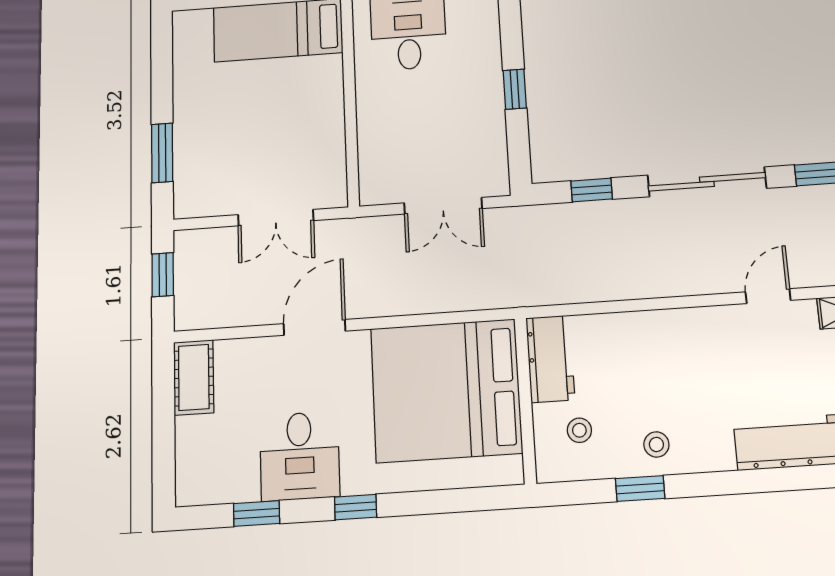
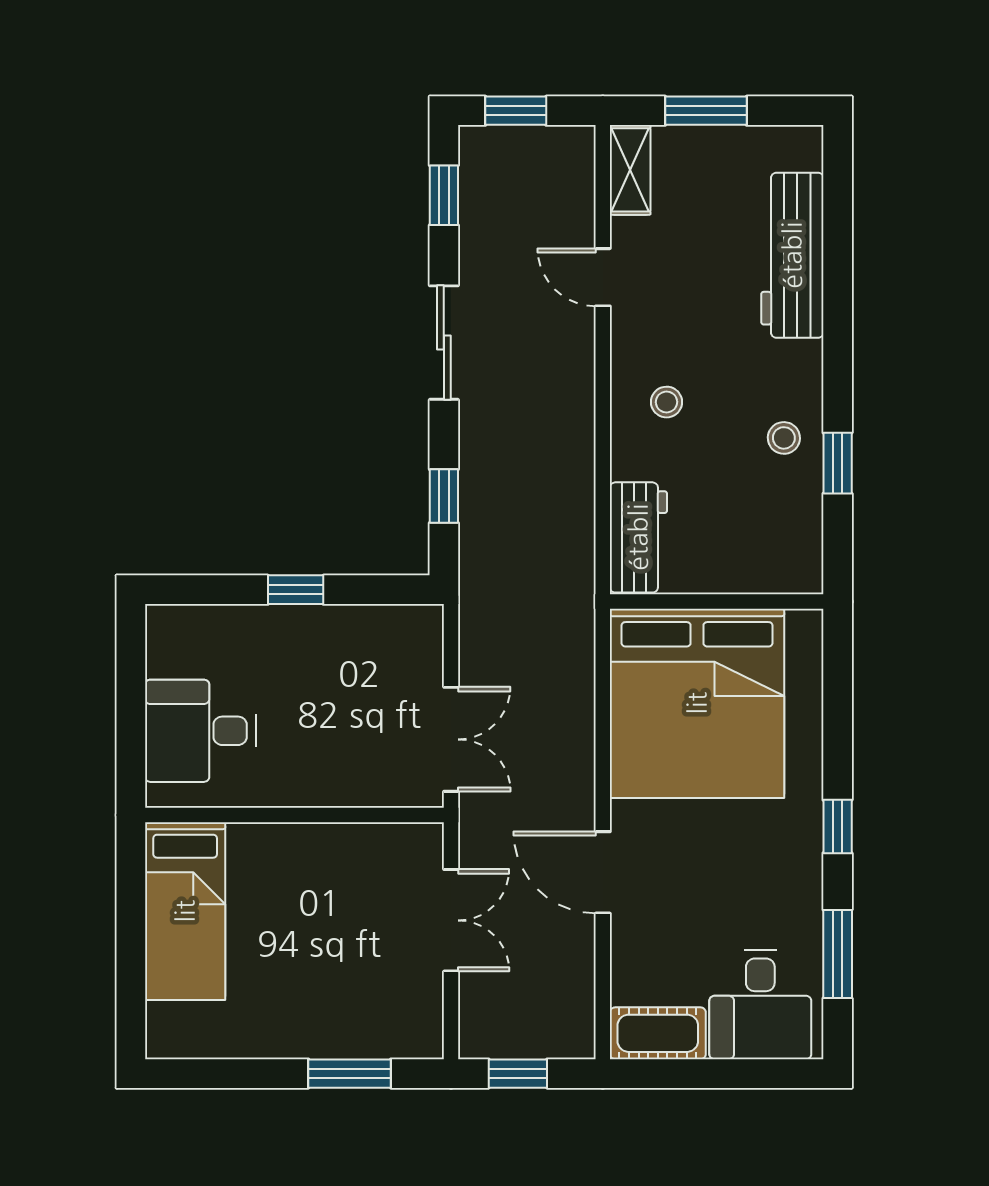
sliding door: (707, 182) -> (444, 343), width x0.73
double door: (443, 206) -> (451, 739), moved
workbench: (550, 359) -> (638, 537), moved, turned 90
stool: (579, 430) -> (667, 402), moved
desk: (300, 456) -> (760, 1004), moved, turned 90
window: (257, 514) -> (838, 954), width x1.50

